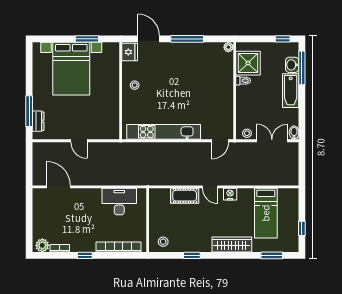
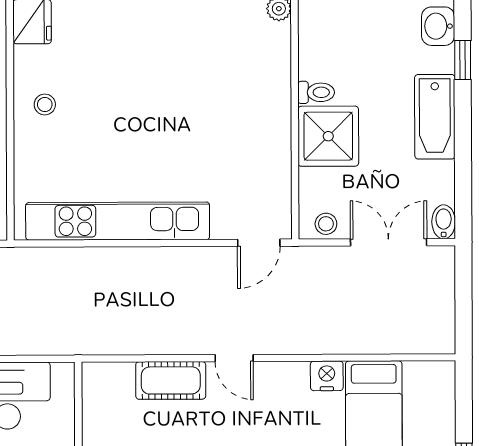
shower: (248, 63) -> (328, 136), moved
washbasin: (292, 65) -> (438, 26), moved
window: (302, 68) -> (463, 60), width x0.46
nightstand: (230, 194) -> (327, 376), moved

